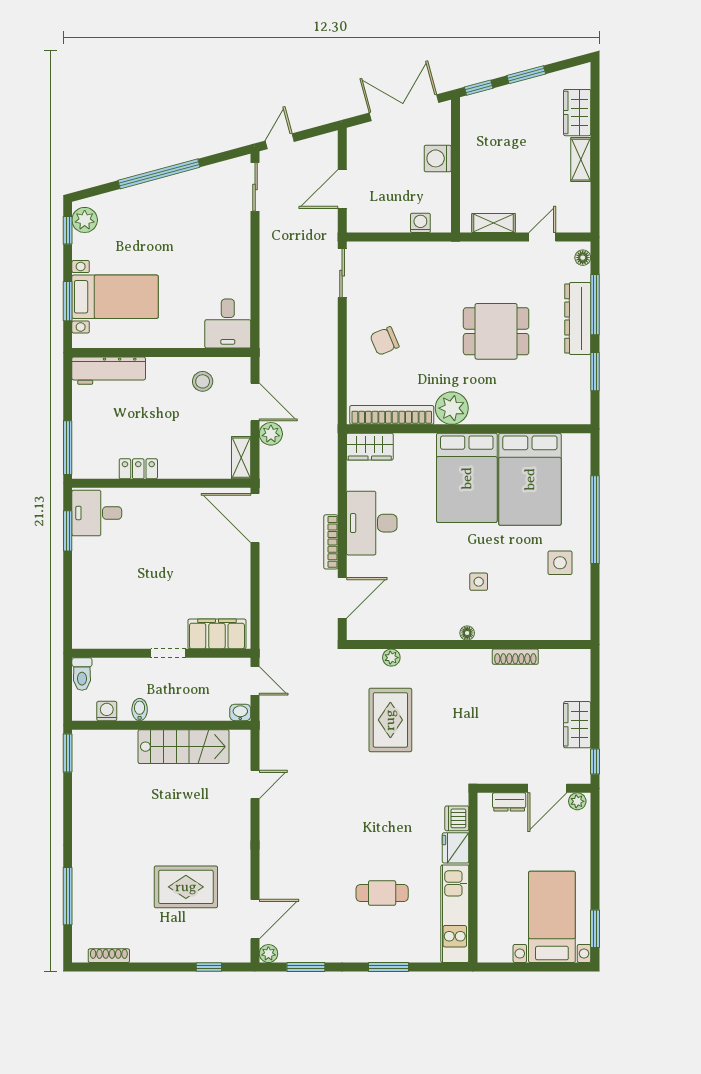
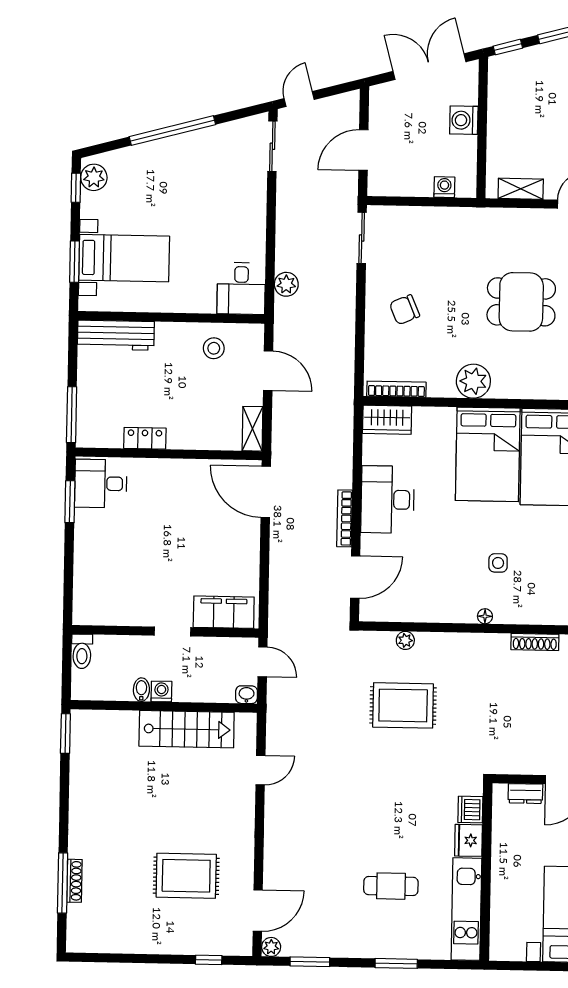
bookcase: (392, 415) -> (396, 389), width x0.68, depth x0.76
plant: (271, 434) -> (286, 284), moved
washing machine: (107, 711) -> (161, 692), moved
rug: (390, 720) -> (403, 705), turned 90
shoe rack: (109, 956) -> (74, 881), moved, turned 90

